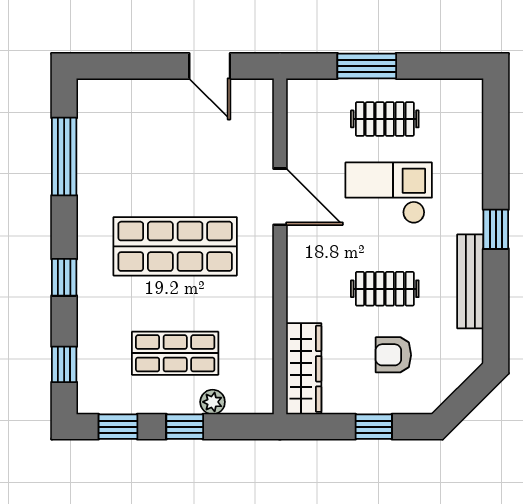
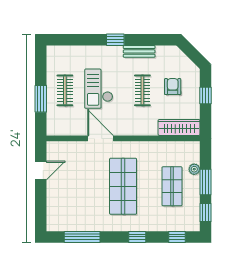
door: (280, 197) -> (100, 138), hinge flipped
bench: (470, 281) -> (139, 51), width x0.73
armchair: (393, 355) -> (173, 87), turned 180
window: (185, 427) -> (206, 182), width x1.50

